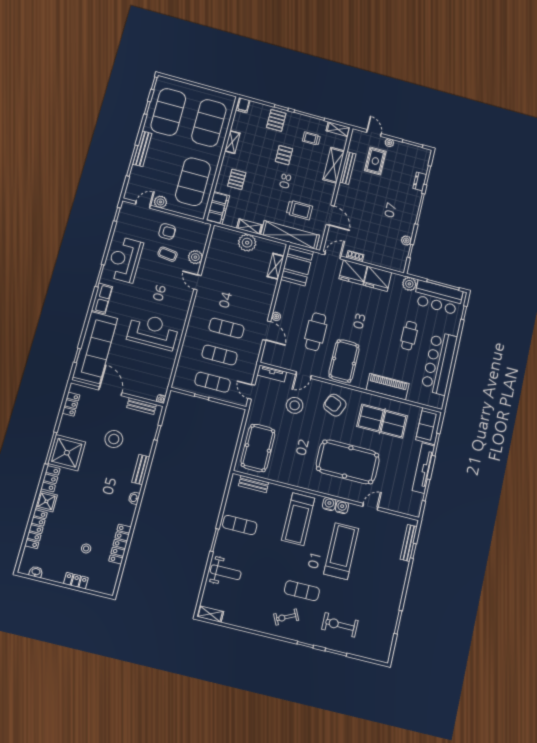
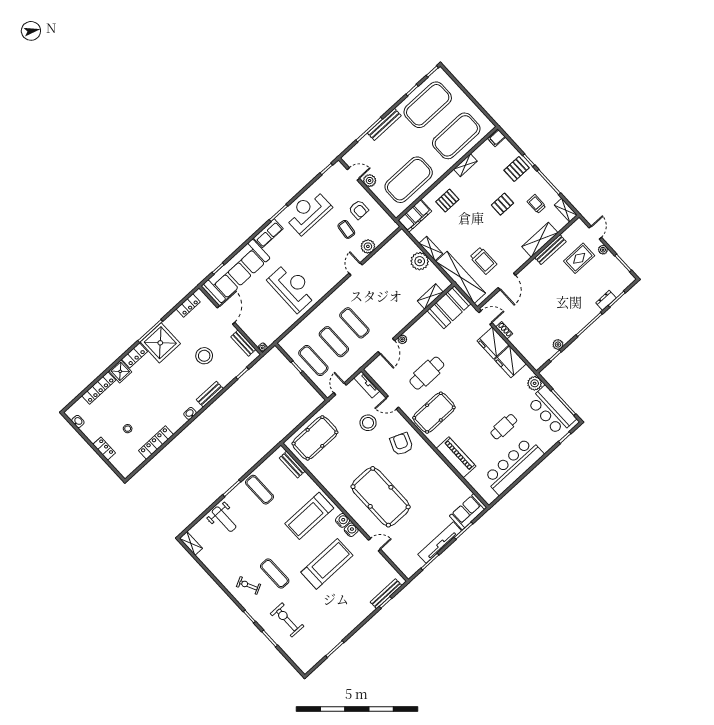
table tennis table: (382, 421) -> (432, 482), removed

